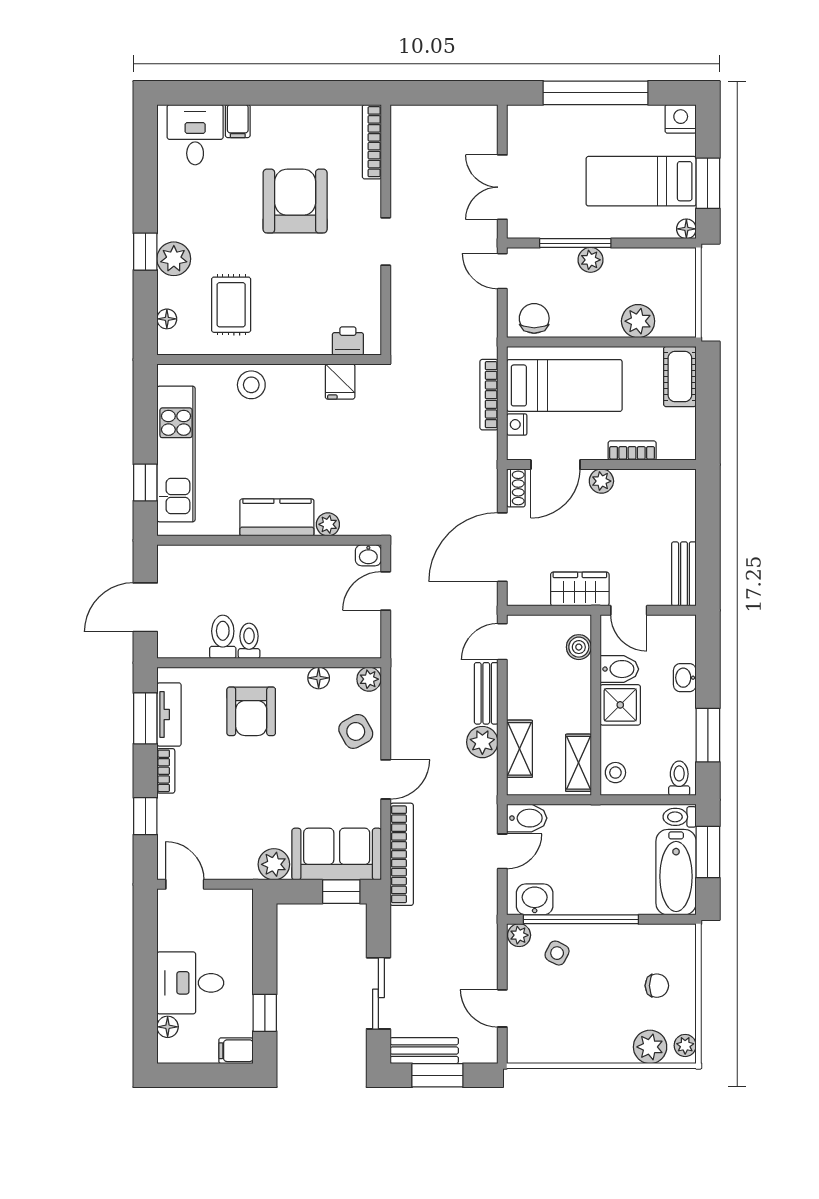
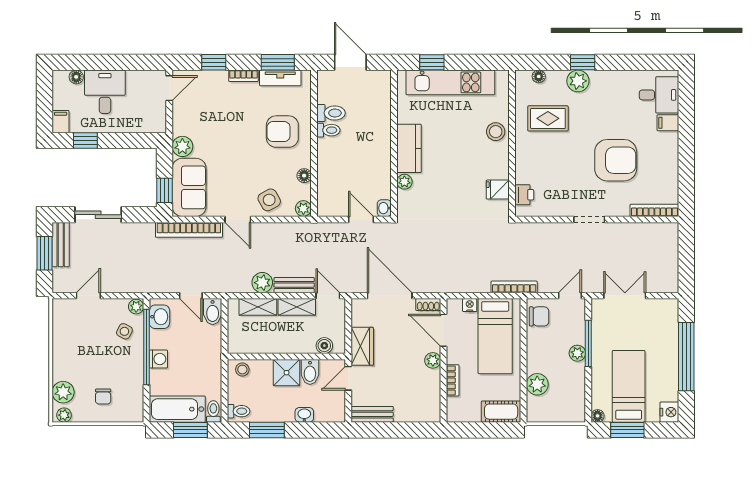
bookcase: (489, 395) -> (514, 287), moved
shelving: (578, 763) -> (297, 307), moved
washing machine: (599, 901) -> (158, 359), added

